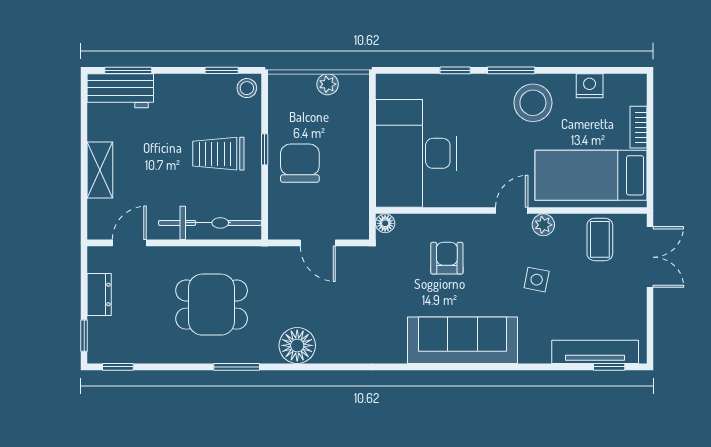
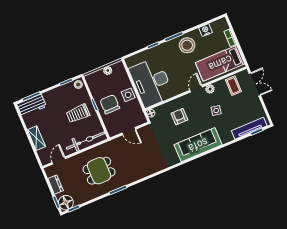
side table: (351, 159) -> (128, 95), added
floor lamp: (297, 345) -> (66, 203), moved

